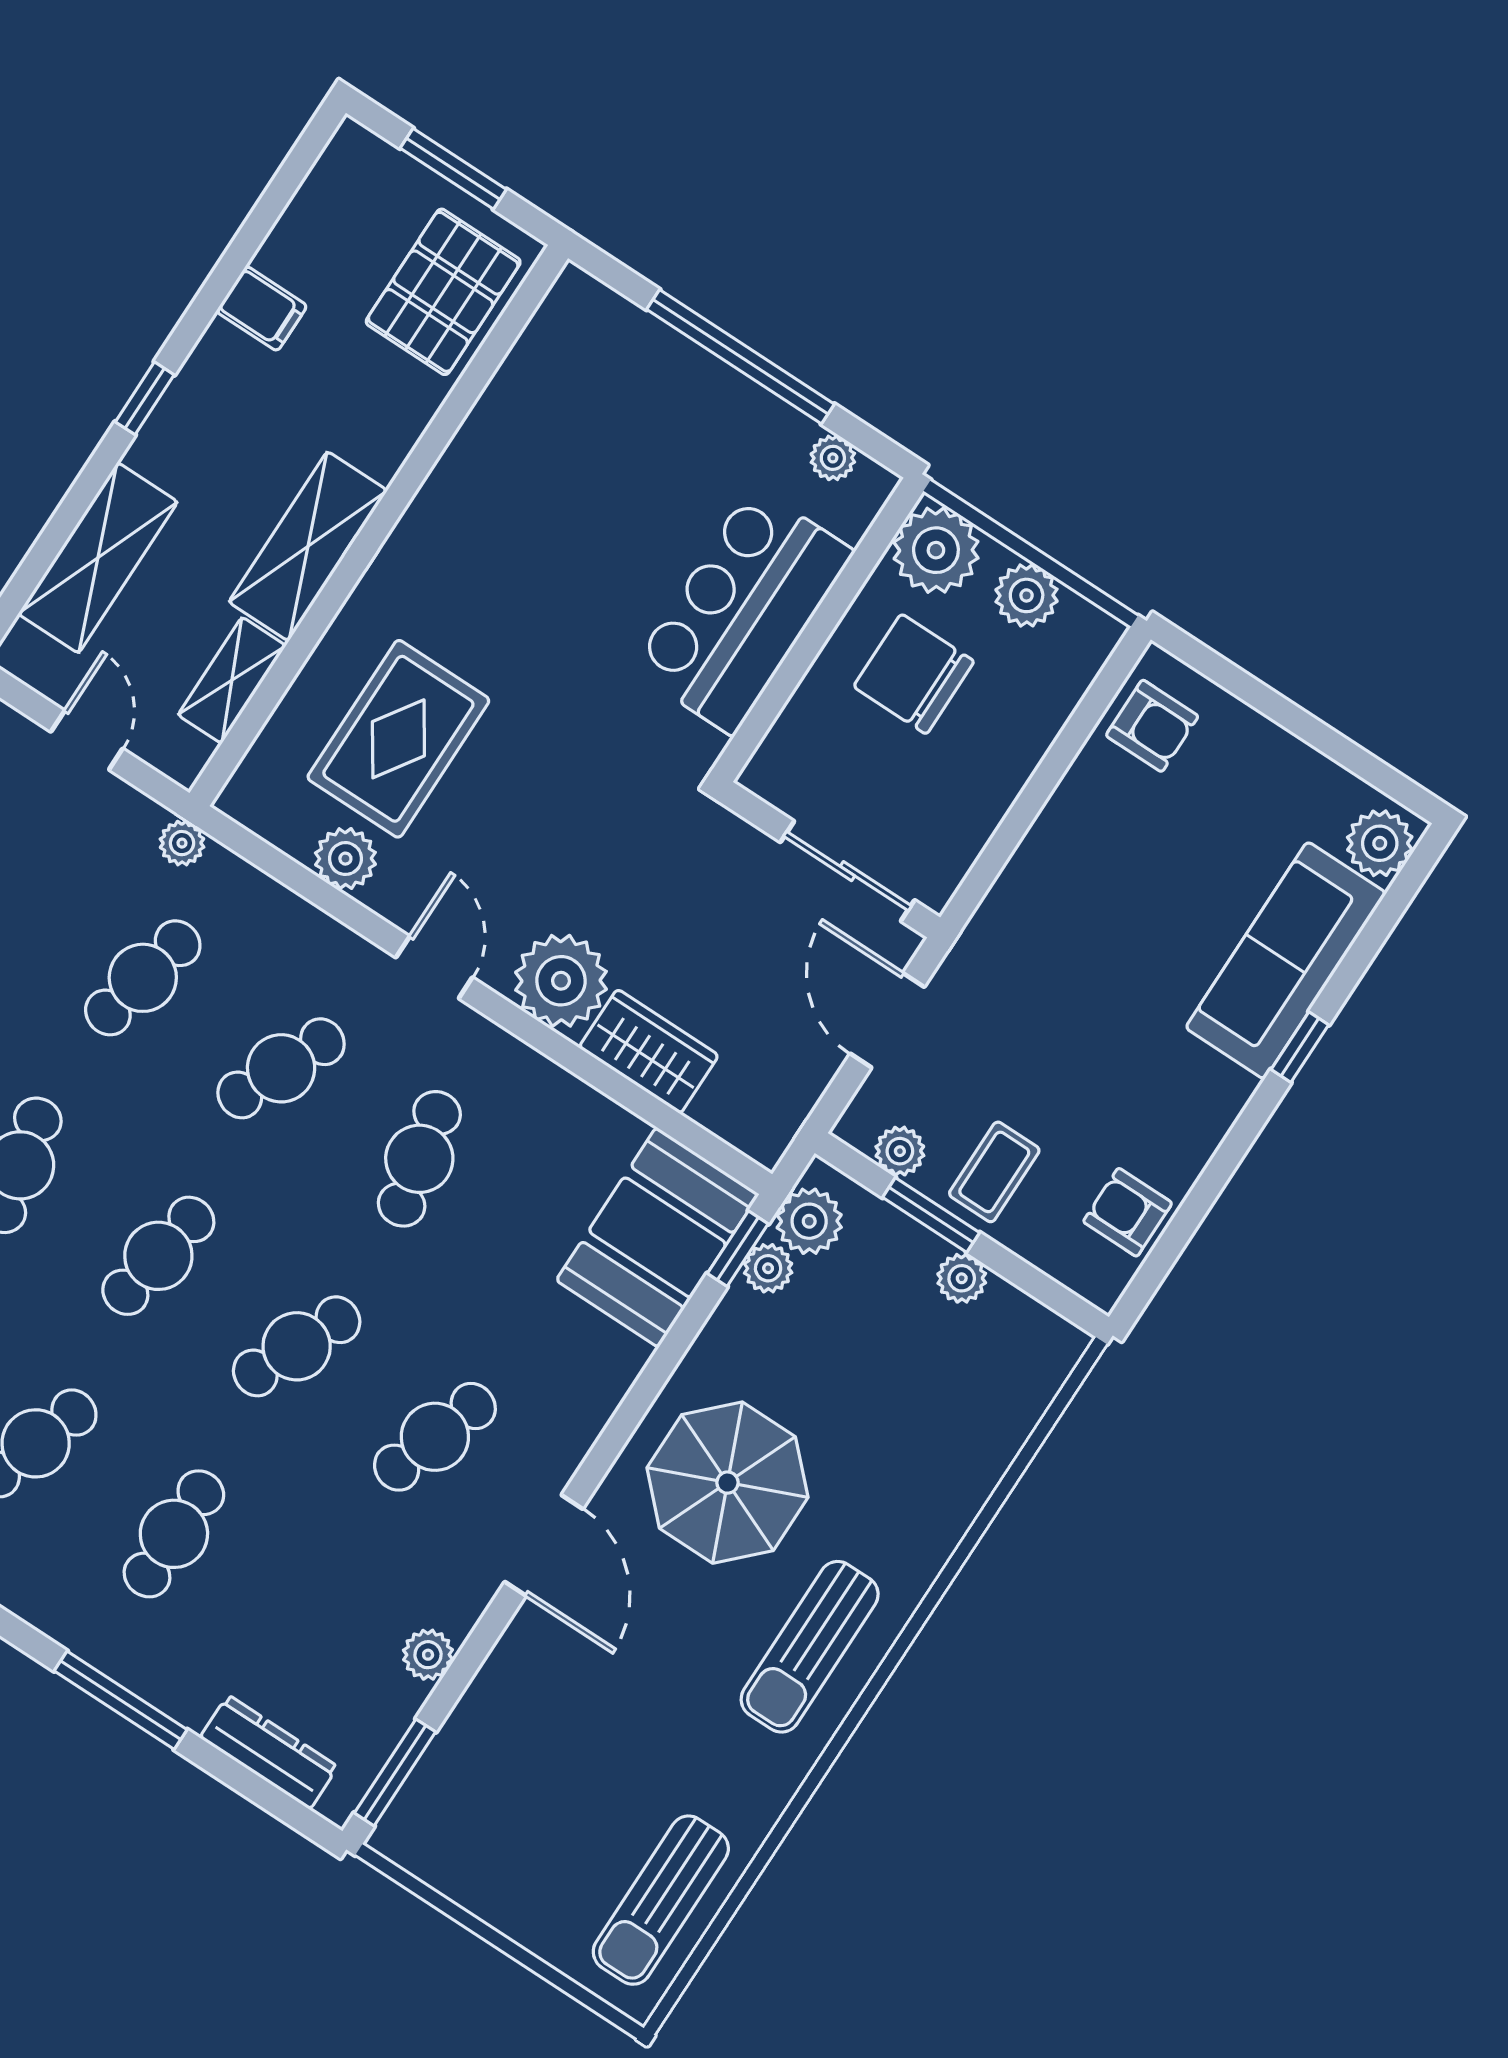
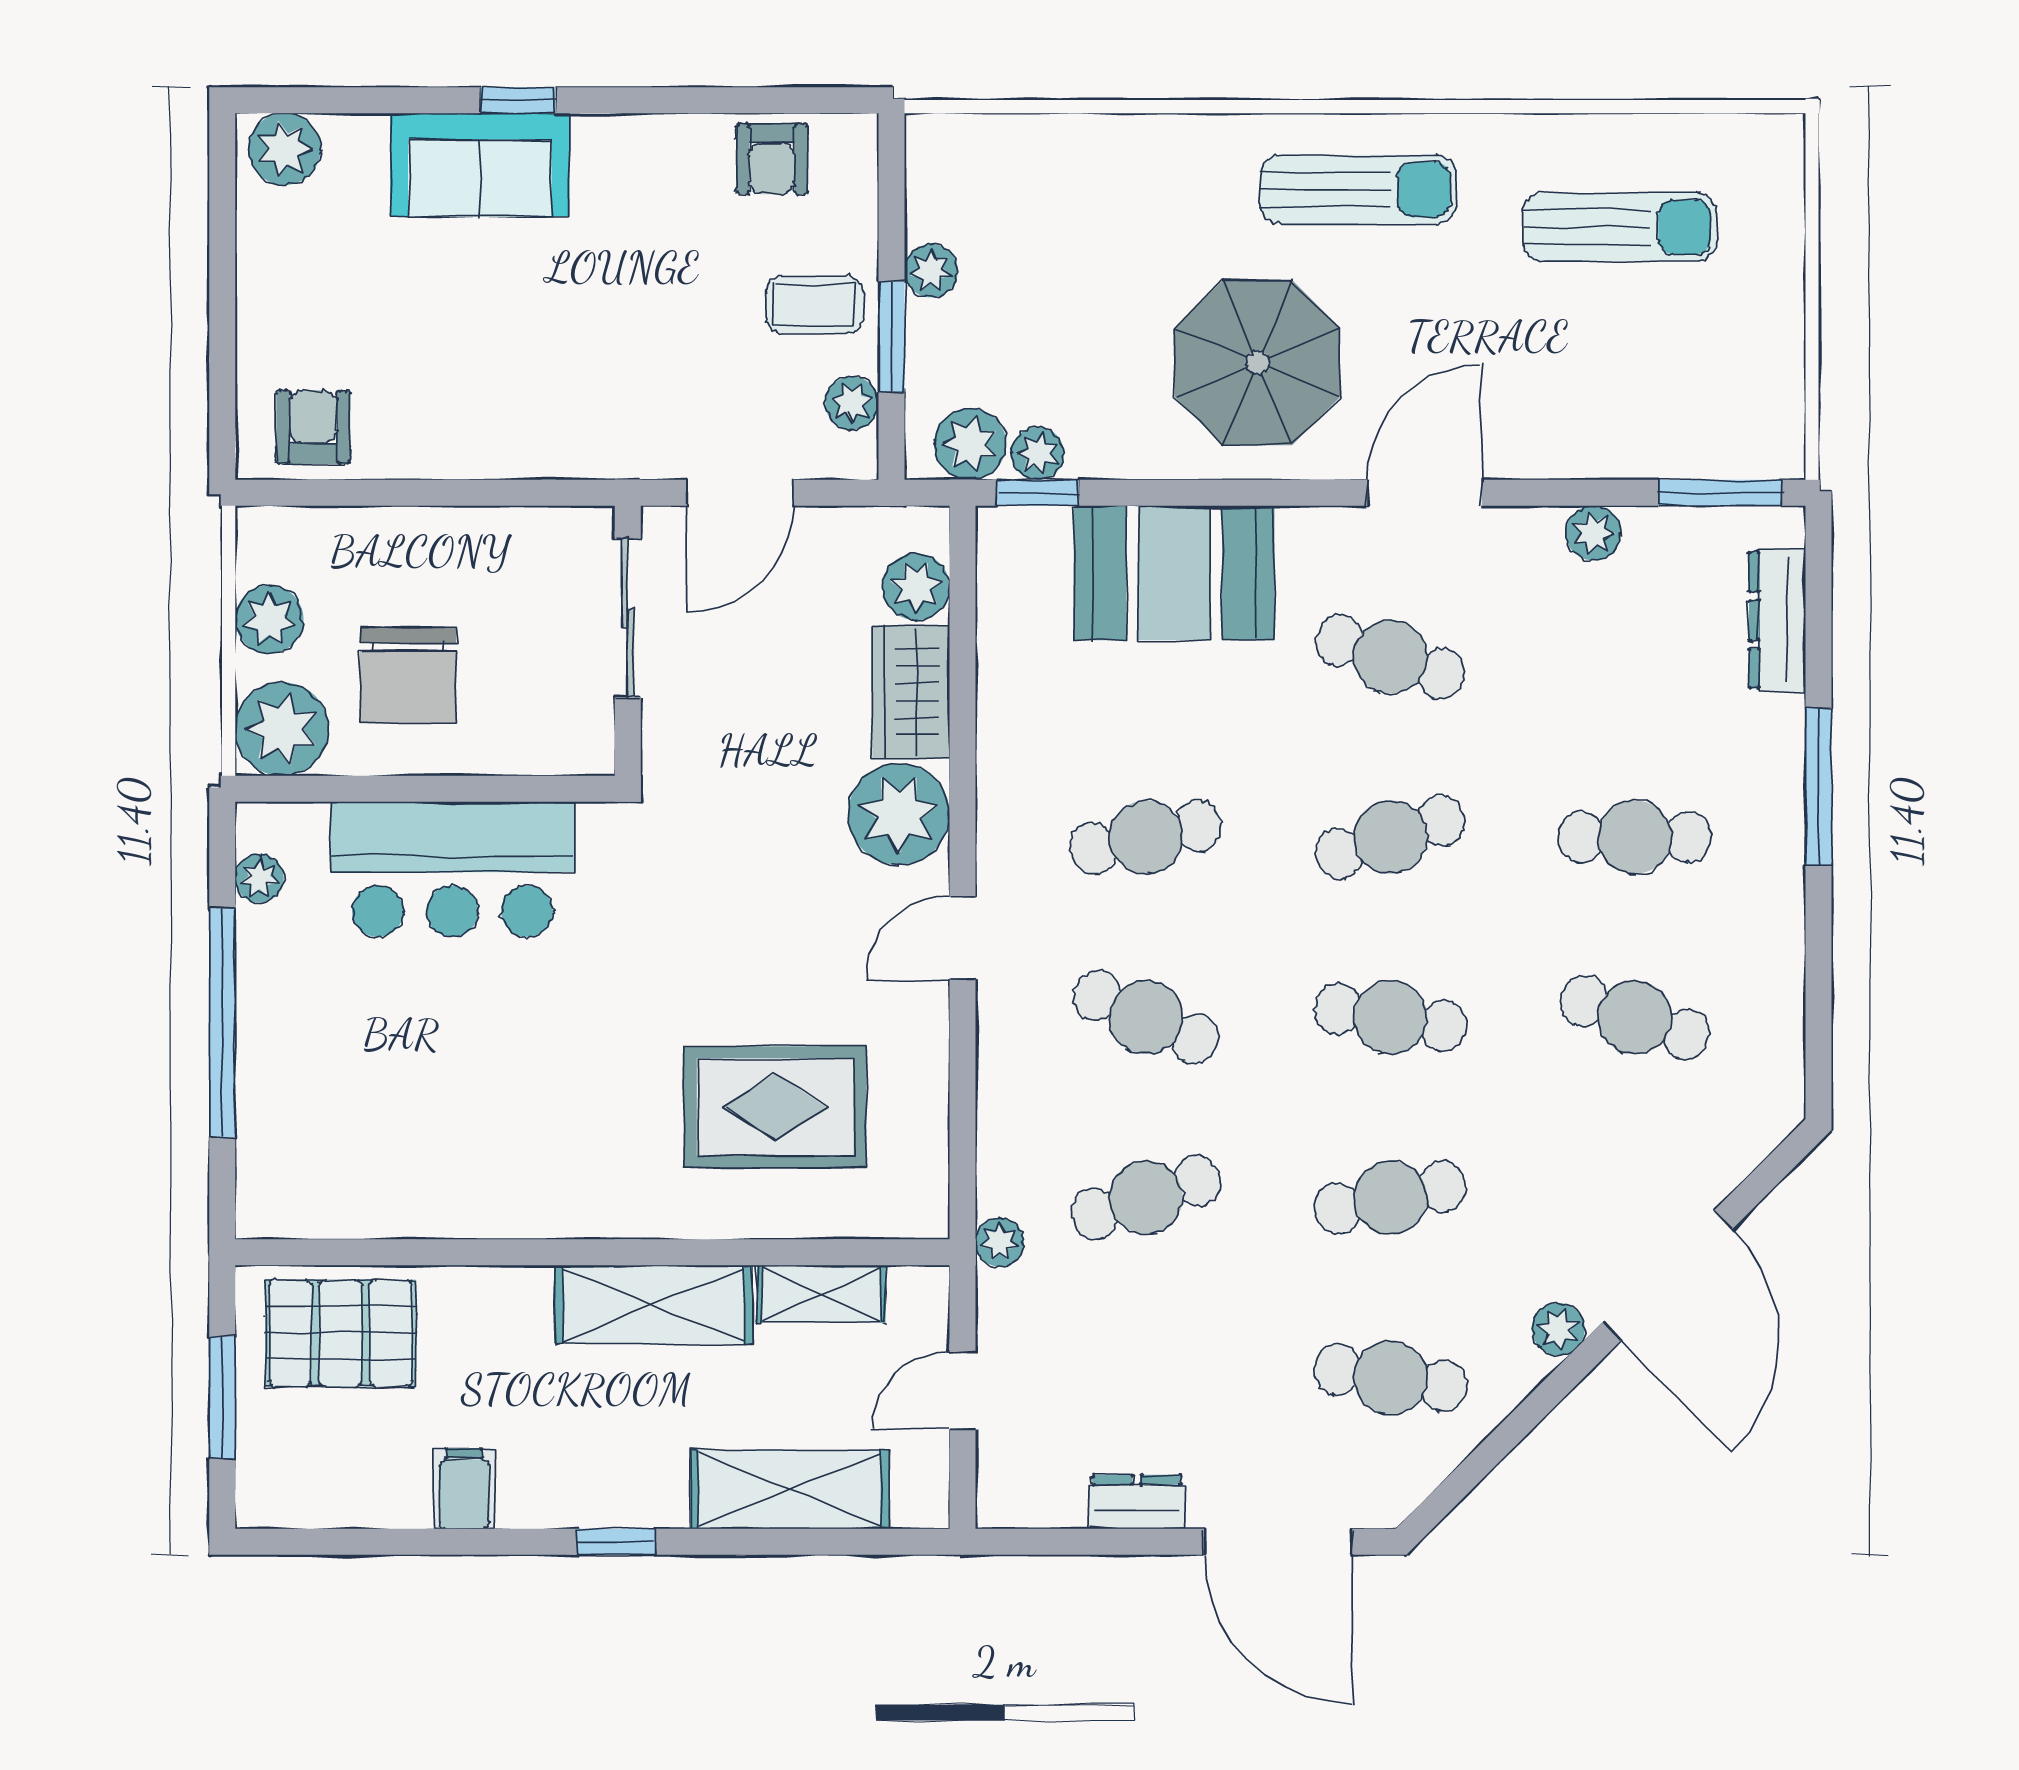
plant: (345, 859) -> (916, 587), moved
sofa: (1286, 960) -> (480, 165), width x0.73
cafe table: (143, 978) -> (1146, 1198), turned -30
booth: (657, 1237) -> (1174, 573), moved
cafe table: (297, 1346) -> (1390, 837), turned -42
sun lounger: (661, 1900) -> (1620, 227), moved

